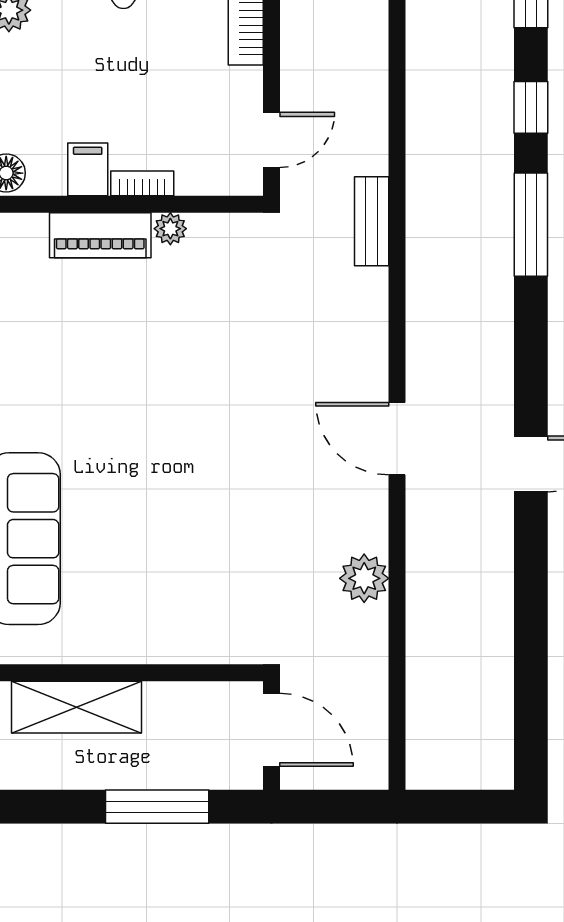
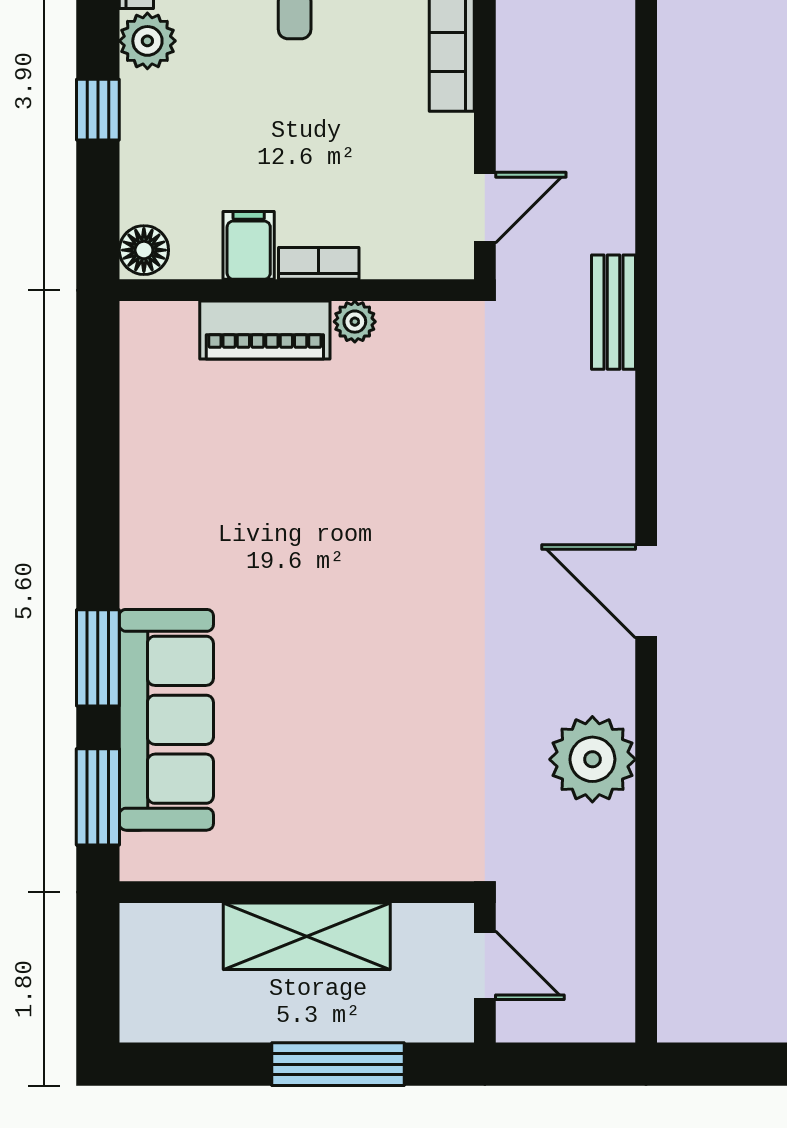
plant: (364, 578) -> (592, 759), width x1.36, depth x1.36
shelving: (76, 707) -> (307, 936), moved
door: (272, 730) -> (485, 965), width x0.73

